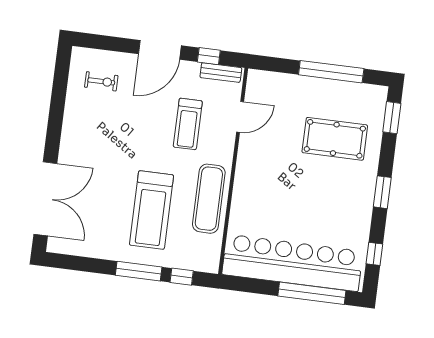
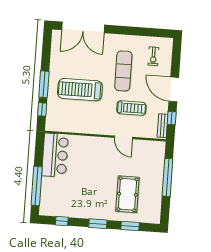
window: (331, 72) -> (167, 177), moved
door: (240, 117) -> (124, 137), moved
window: (392, 118) -> (130, 226), moved
treadmill: (188, 124) -> (131, 108), turned 180
exercise mat: (209, 199) -> (123, 71), moved, turned 90
bar counter: (292, 263) -> (55, 155), width x0.54

